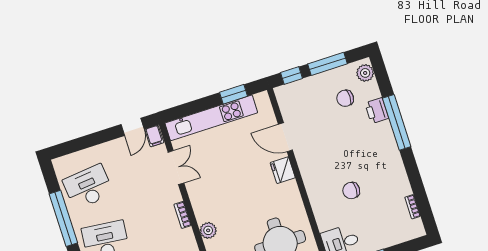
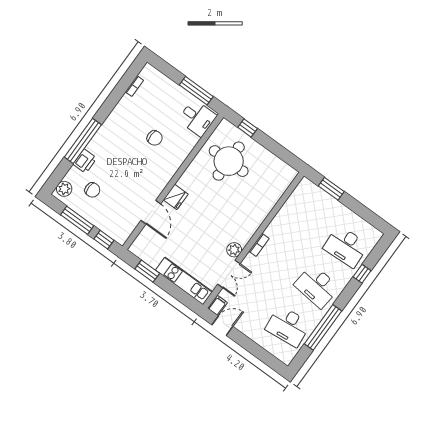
kitchen unit: (211, 118) -> (184, 281), width x0.73
double door: (176, 168) -> (229, 274), swing flipped
plant: (208, 230) -> (234, 250), moved

